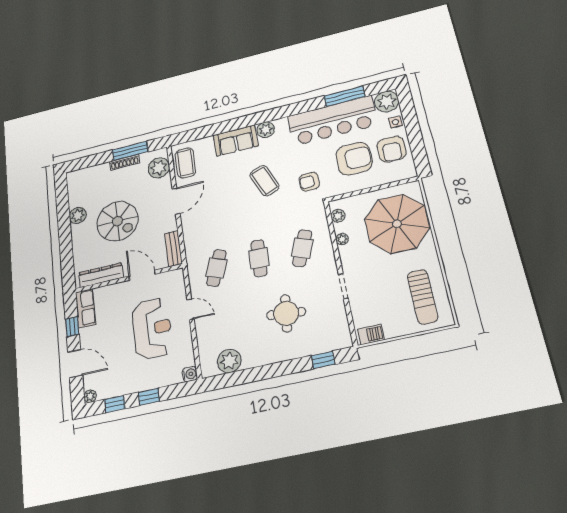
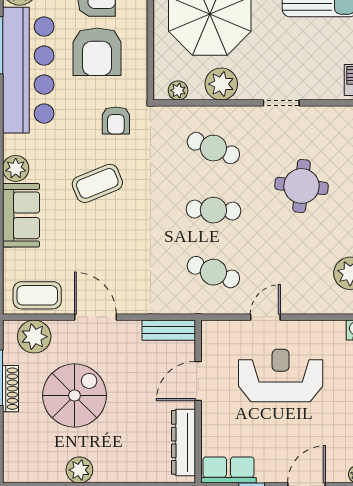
armchair: (354, 159) -> (97, 52), turned 180
spiral stairs: (117, 221) -> (74, 396), moved
plant: (342, 239) -> (221, 84), width x1.88, depth x1.88

